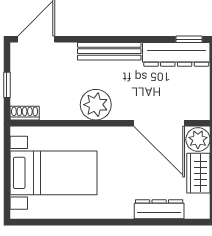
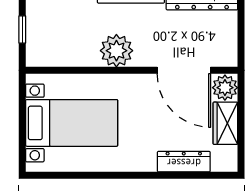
shoe rack: (25, 113) -> (41, 60), removed

